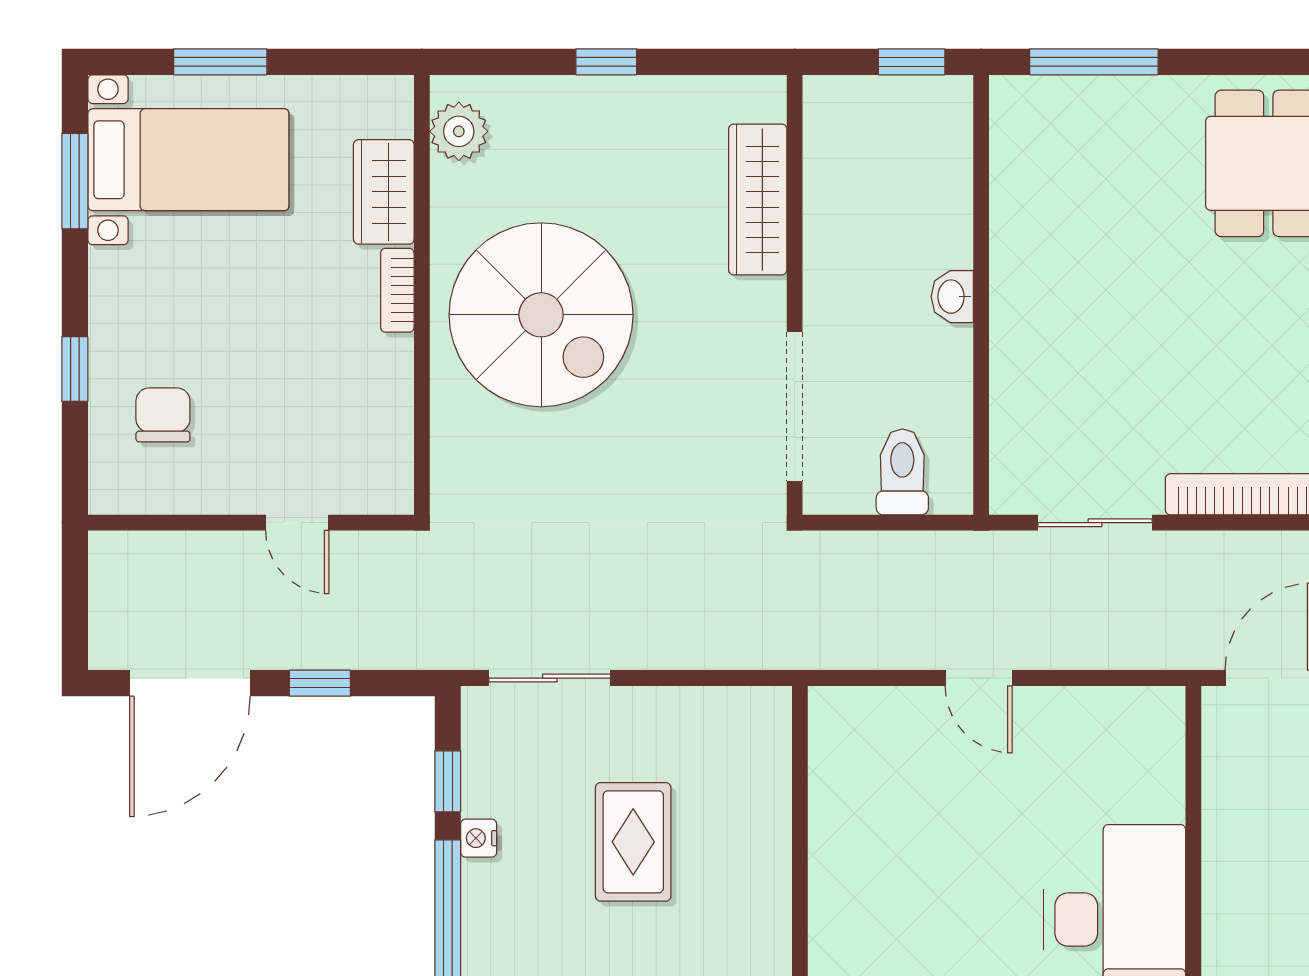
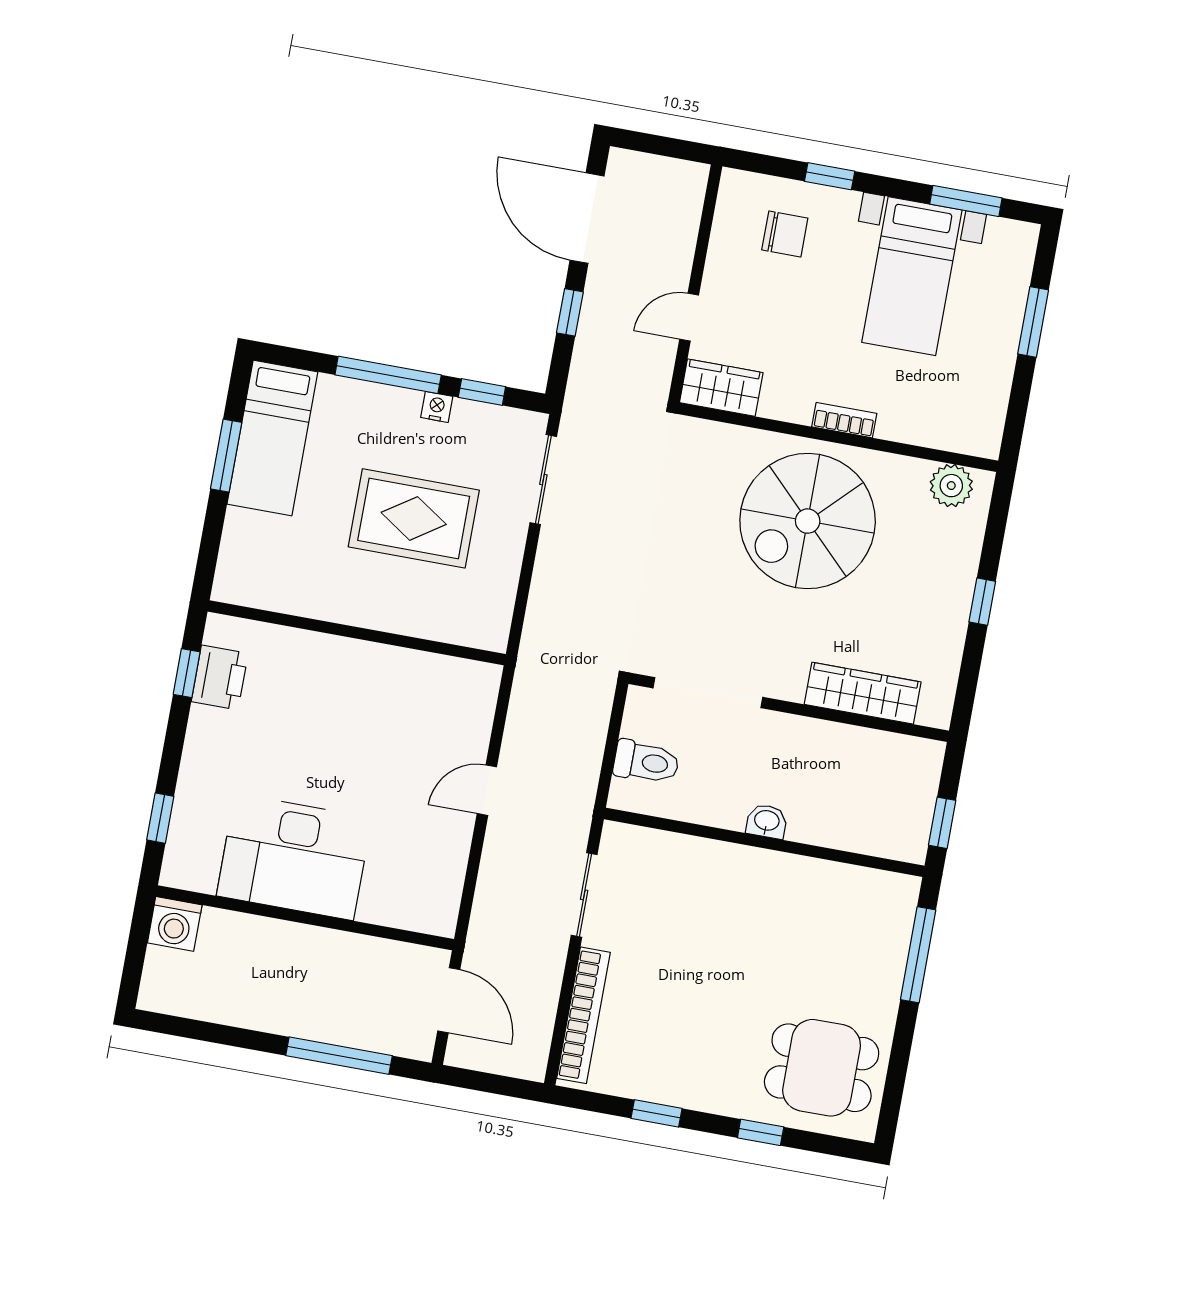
bed with nightstands: (188, 160) -> (912, 276), moved
wardrobe: (384, 192) -> (721, 388), moved
rug: (633, 842) -> (414, 518), width x1.36, depth x1.43

